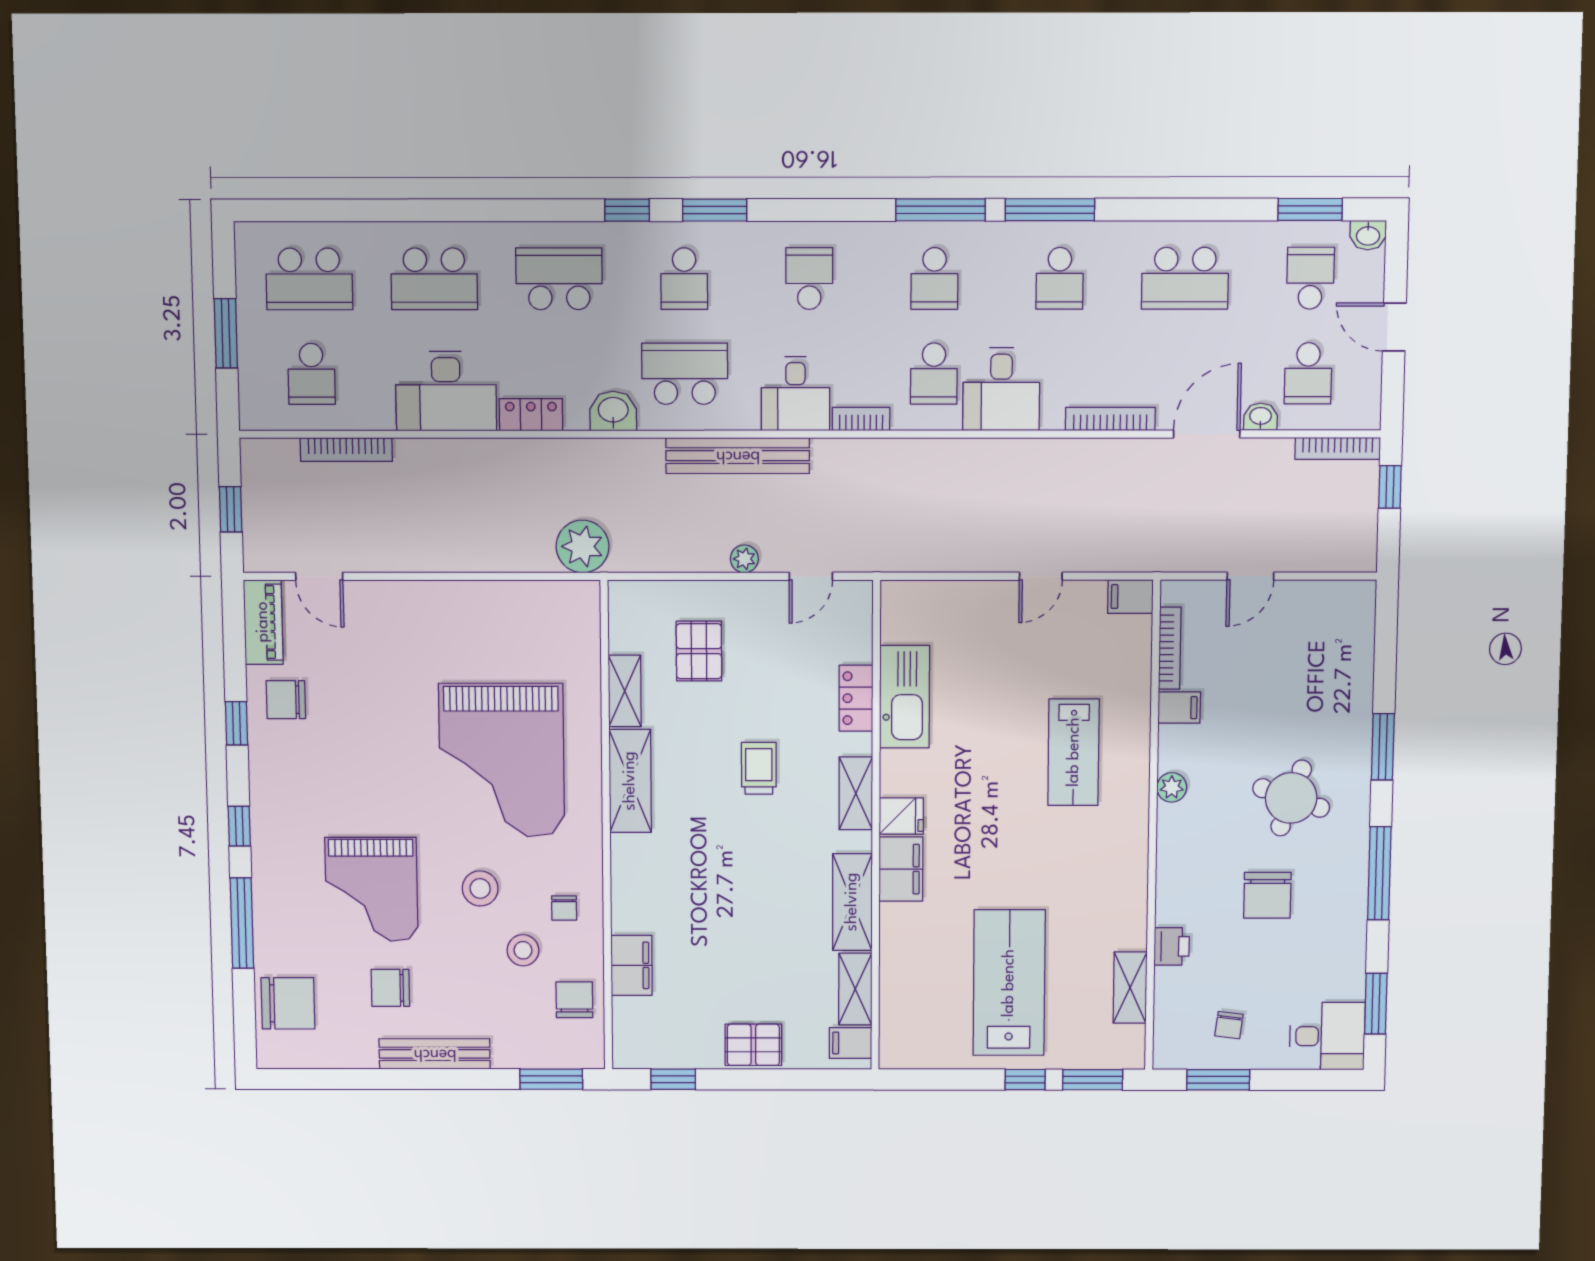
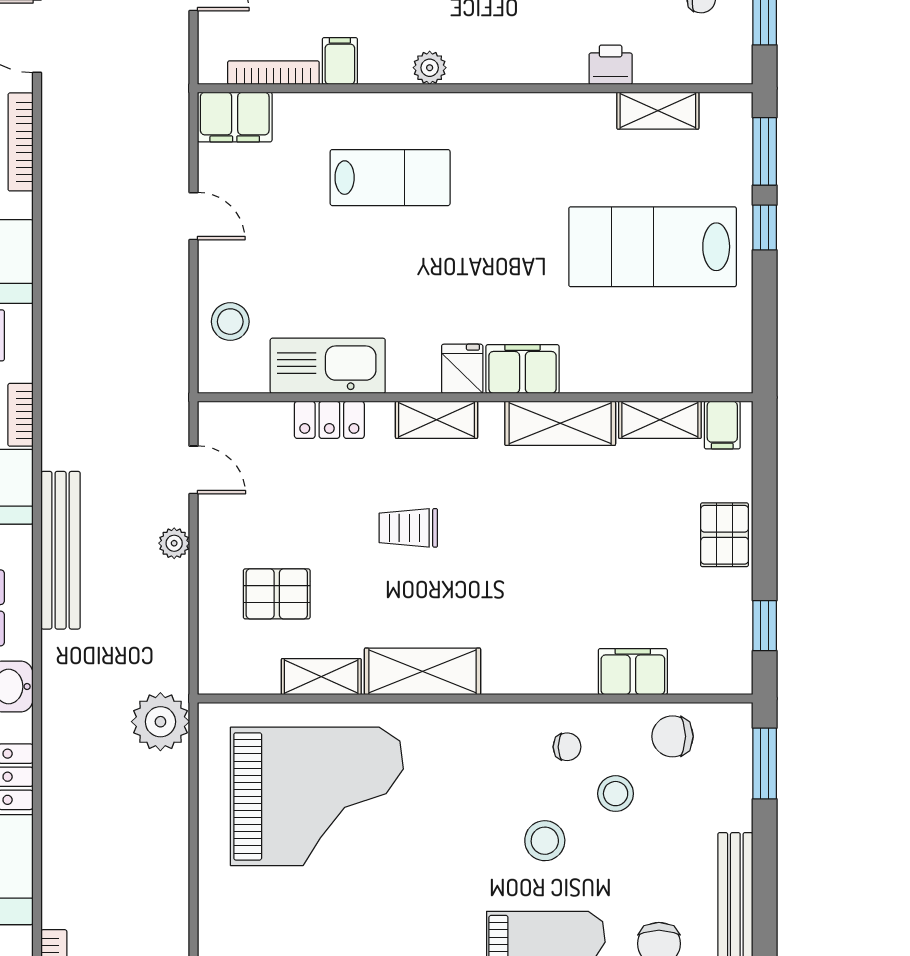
filing cabinet: (1130, 597) -> (235, 117), width x2.00
stool: (945, 609) -> (230, 322), added
grand piano: (502, 760) -> (317, 796), moved

